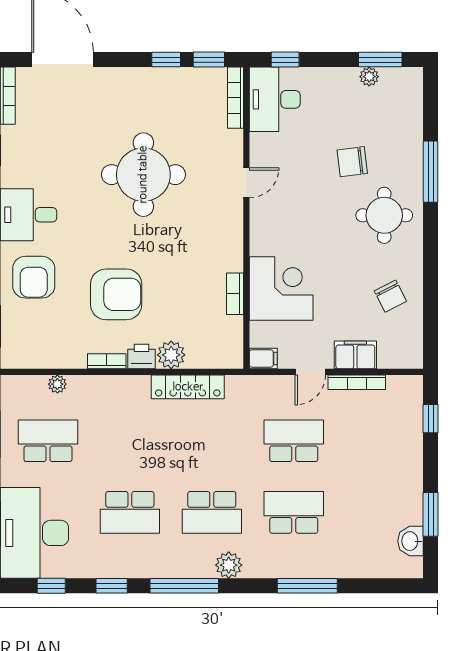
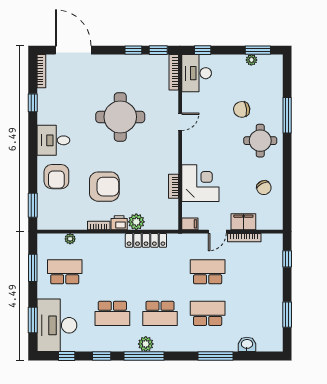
washbasin: (411, 541) -> (247, 344), moved, turned 90
plant: (229, 565) -> (146, 344), moved

